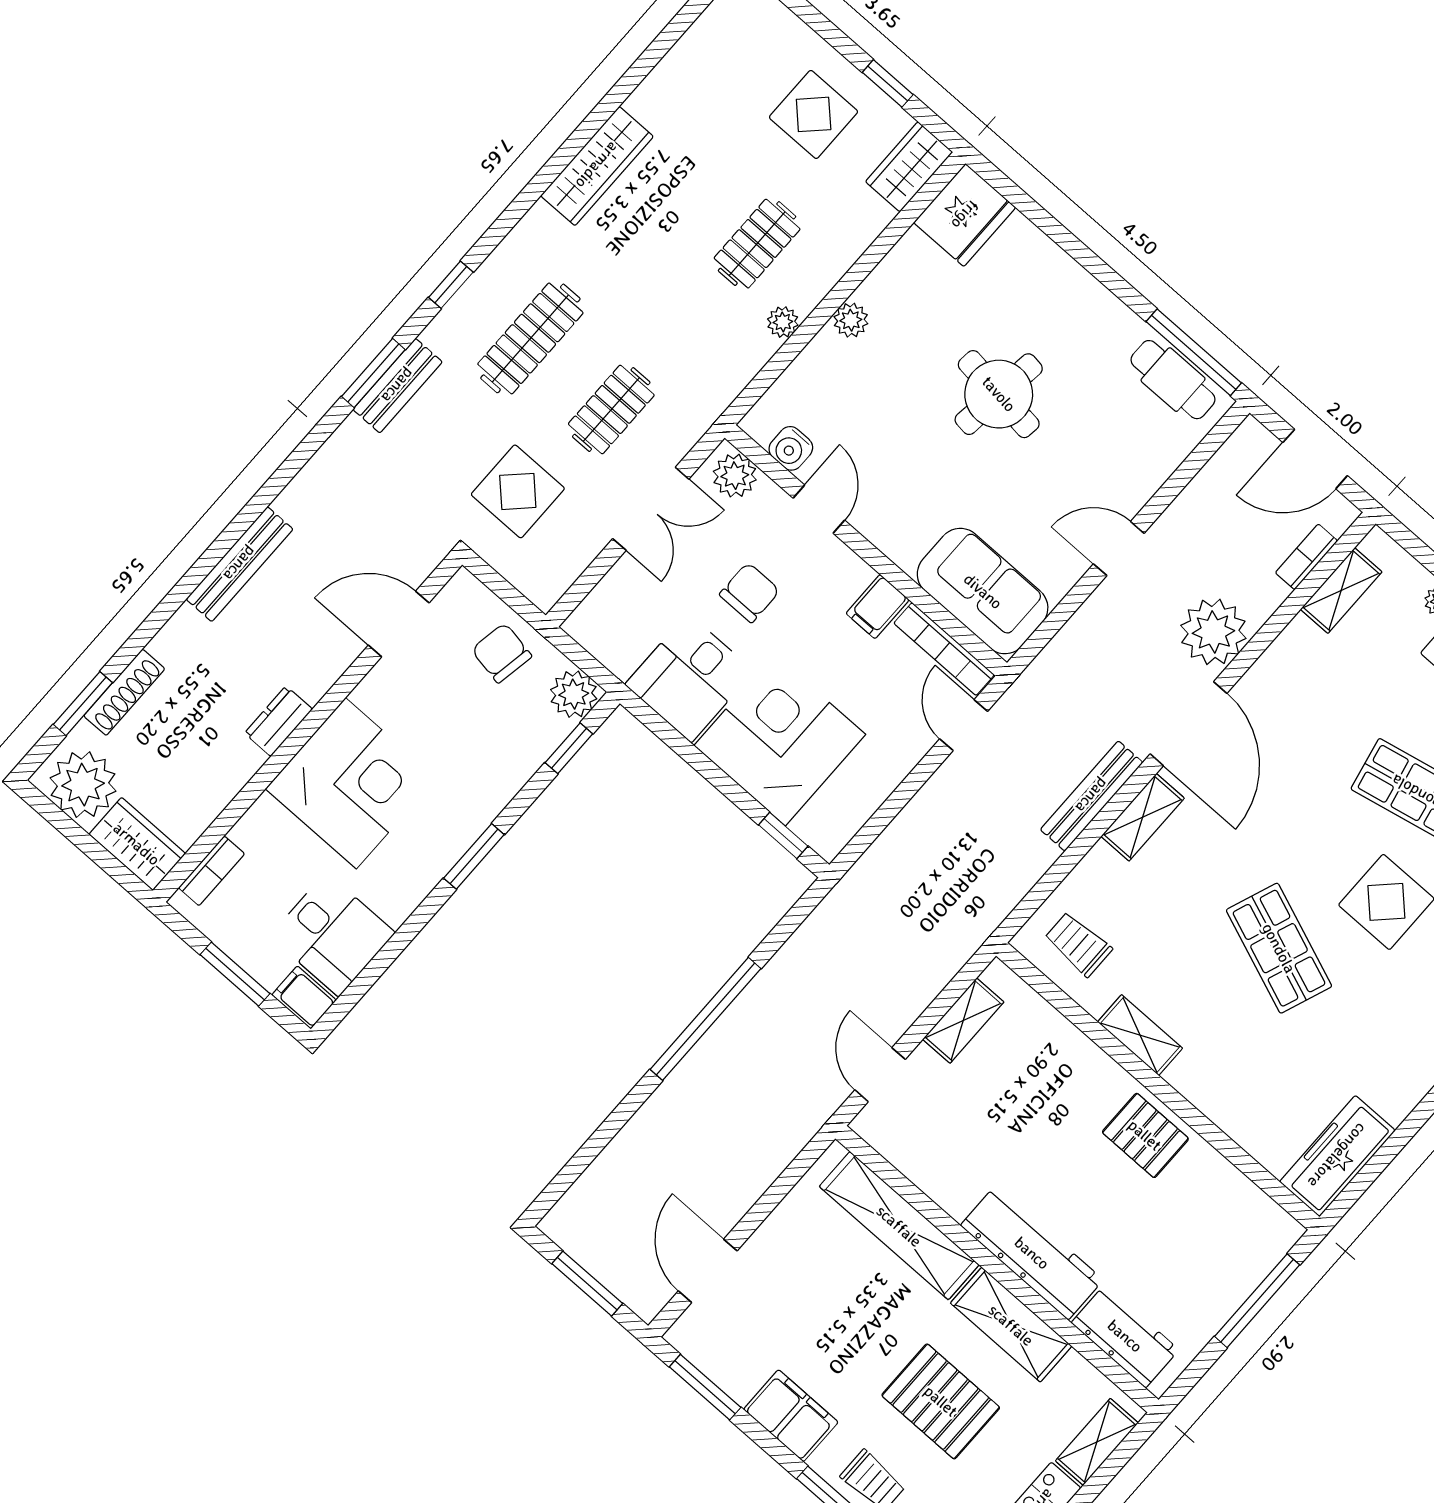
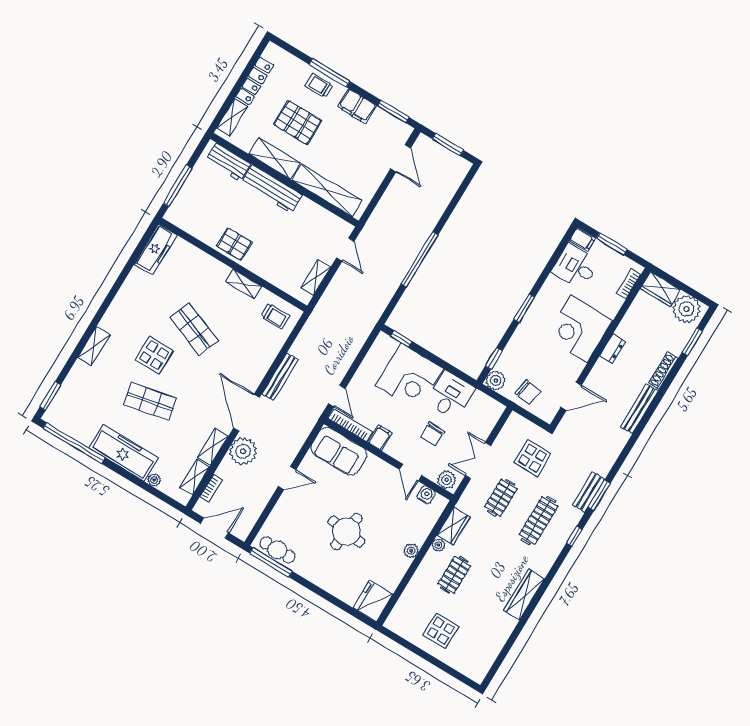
window: (888, 83) -> (413, 648), removed
wardrobe: (909, 167) -> (453, 526), moved
shoe rack: (124, 692) -> (663, 371), moved
shelving: (1143, 817) -> (213, 447), moved

